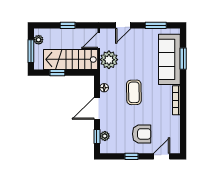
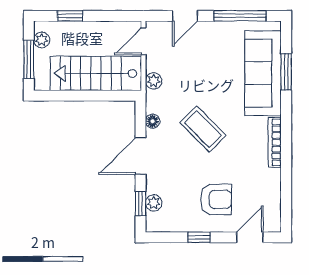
window: (68, 25) -> (70, 16), moved
window: (156, 25) -> (240, 16), width x1.44
plant: (109, 60) -> (154, 81), width x0.53, depth x0.53
window: (57, 73) -> (74, 96), removed
coffee table: (134, 92) -> (203, 129), turned -44

